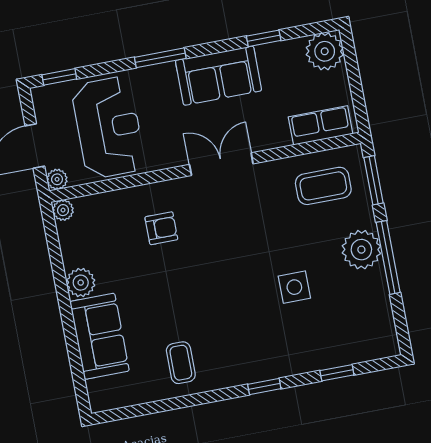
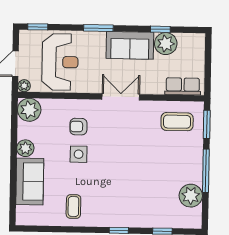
plant: (325, 51) -> (166, 44), moved
plant: (63, 210) -> (29, 110), width x1.88, depth x1.88
armchair: (161, 228) -> (78, 127), turned 180
plant: (361, 250) -> (191, 196), moved
side table: (294, 287) -> (79, 154), moved

